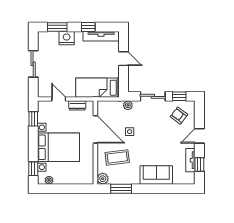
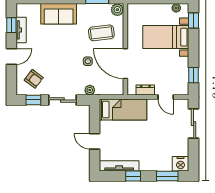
nightstand: (67, 38) -> (181, 164), moved
sliding door: (33, 64) -> (194, 124), moved
bed with nightstands: (58, 147) -> (166, 37), width x0.73

